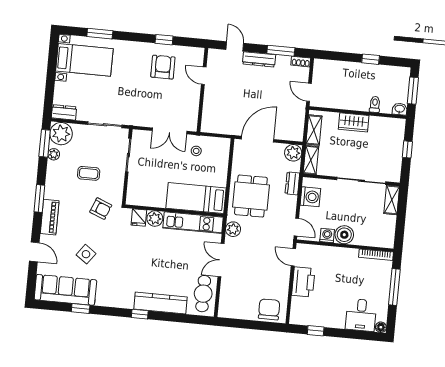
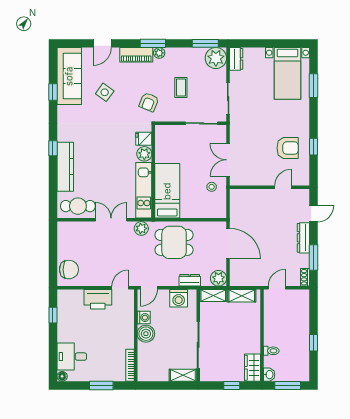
wardrobe: (354, 122) -> (252, 368), moved
plant: (54, 154) -> (159, 53), moved
window: (394, 287) -> (101, 385), width x0.69

